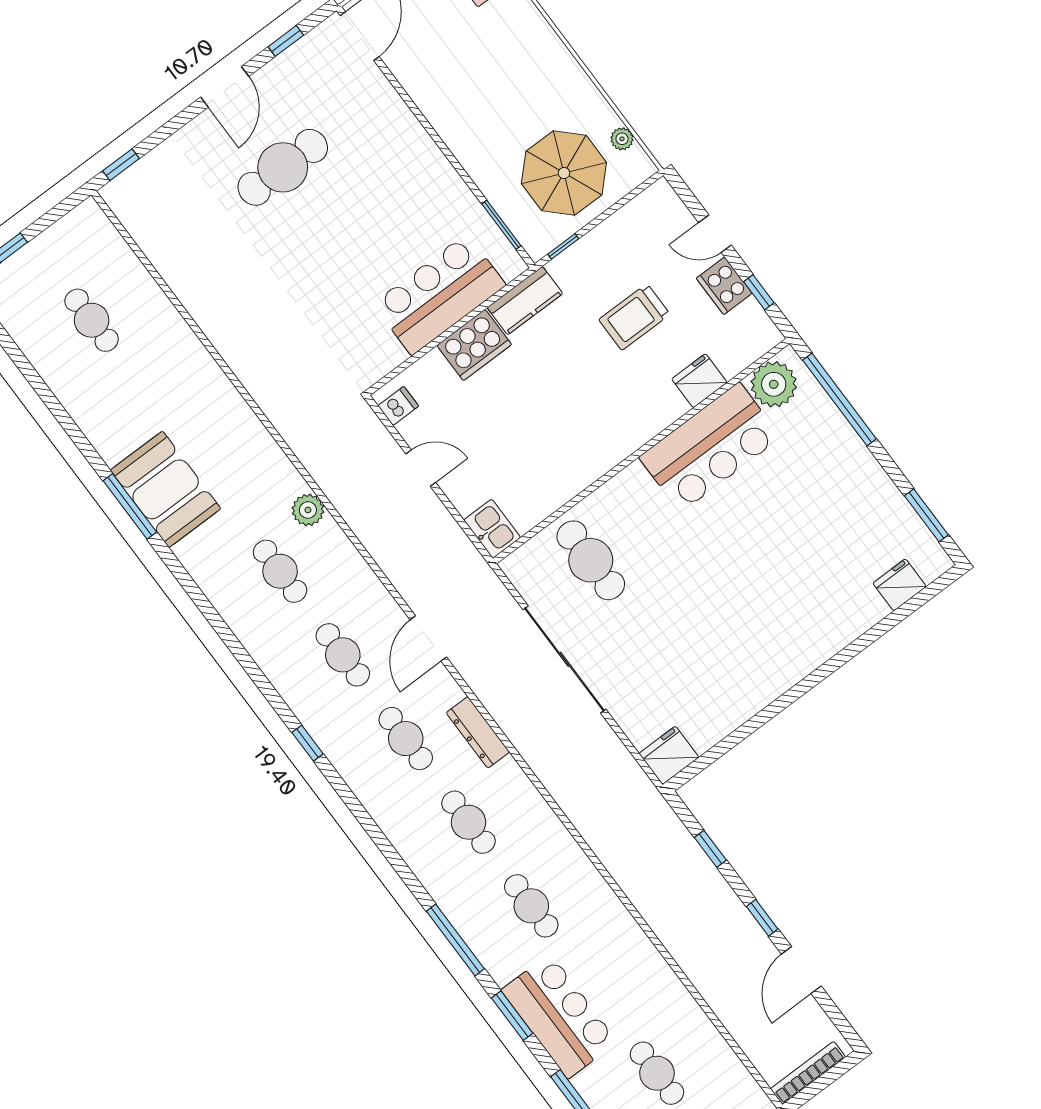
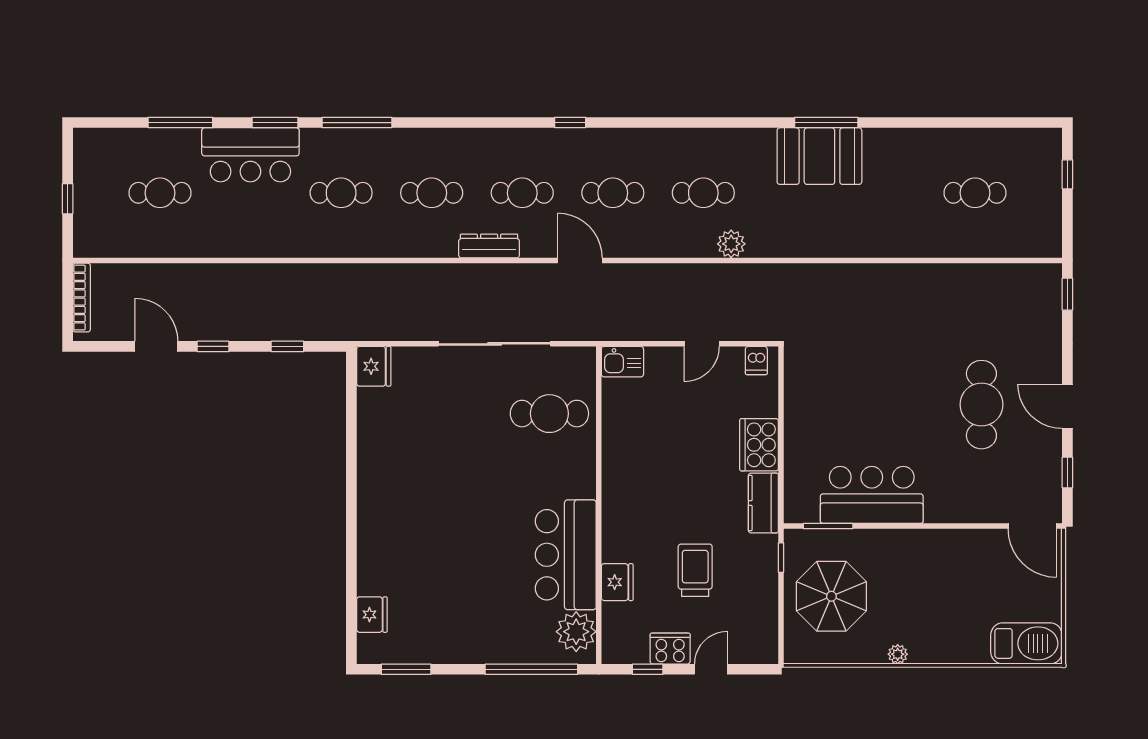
plant: (622, 139) -> (898, 654), moved
bar counter: (439, 294) -> (872, 495), moved, turned -90

